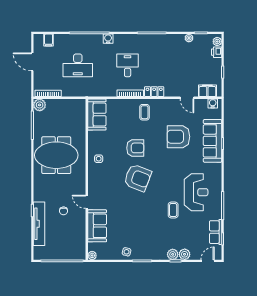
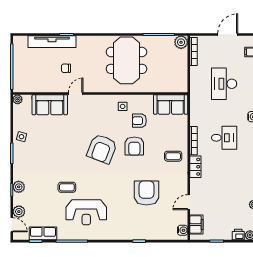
sofa: (213, 141) -> (142, 230), removed
armchair: (112, 143) -> (139, 121), added
plant: (185, 254) -> (19, 212), moved

